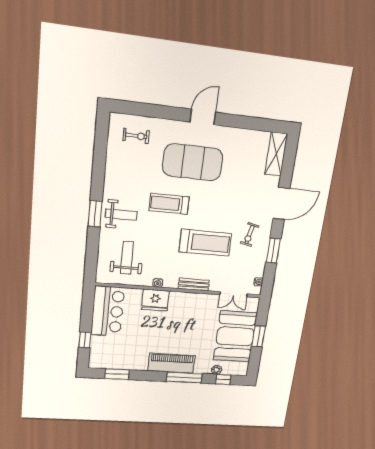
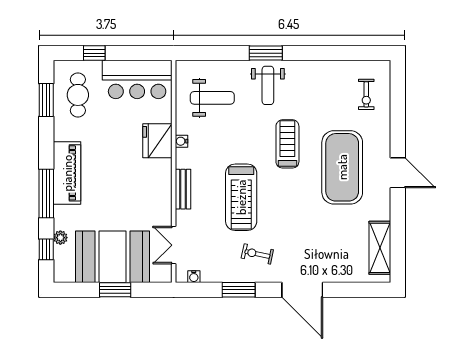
shelving: (276, 154) -> (380, 248), moved, turned 90
cafe table: (115, 353) -> (78, 95), added

